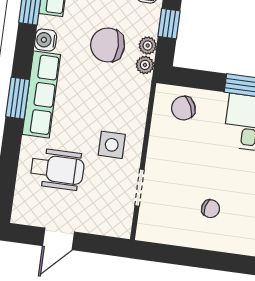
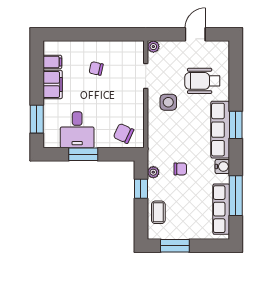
chair: (108, 45) -> (180, 169), width x0.54, depth x0.54
plant: (145, 65) -> (153, 47), moved
chair: (183, 108) -> (124, 133), turned -131

